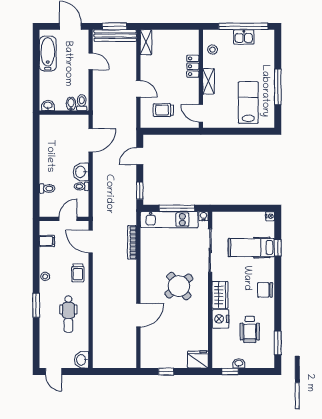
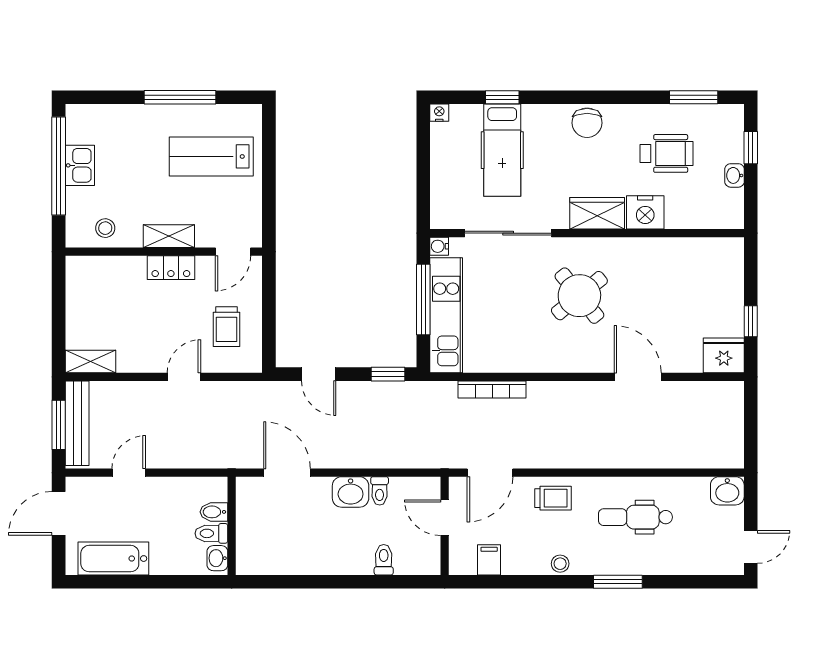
locker: (193, 66) -> (171, 268), moved
toilet: (82, 103) -> (211, 533), moved
dental chair: (68, 314) -> (635, 517), turned 180
fridge: (198, 359) -> (724, 355), moved, turned 90
window: (230, 371) -> (751, 148), moved

